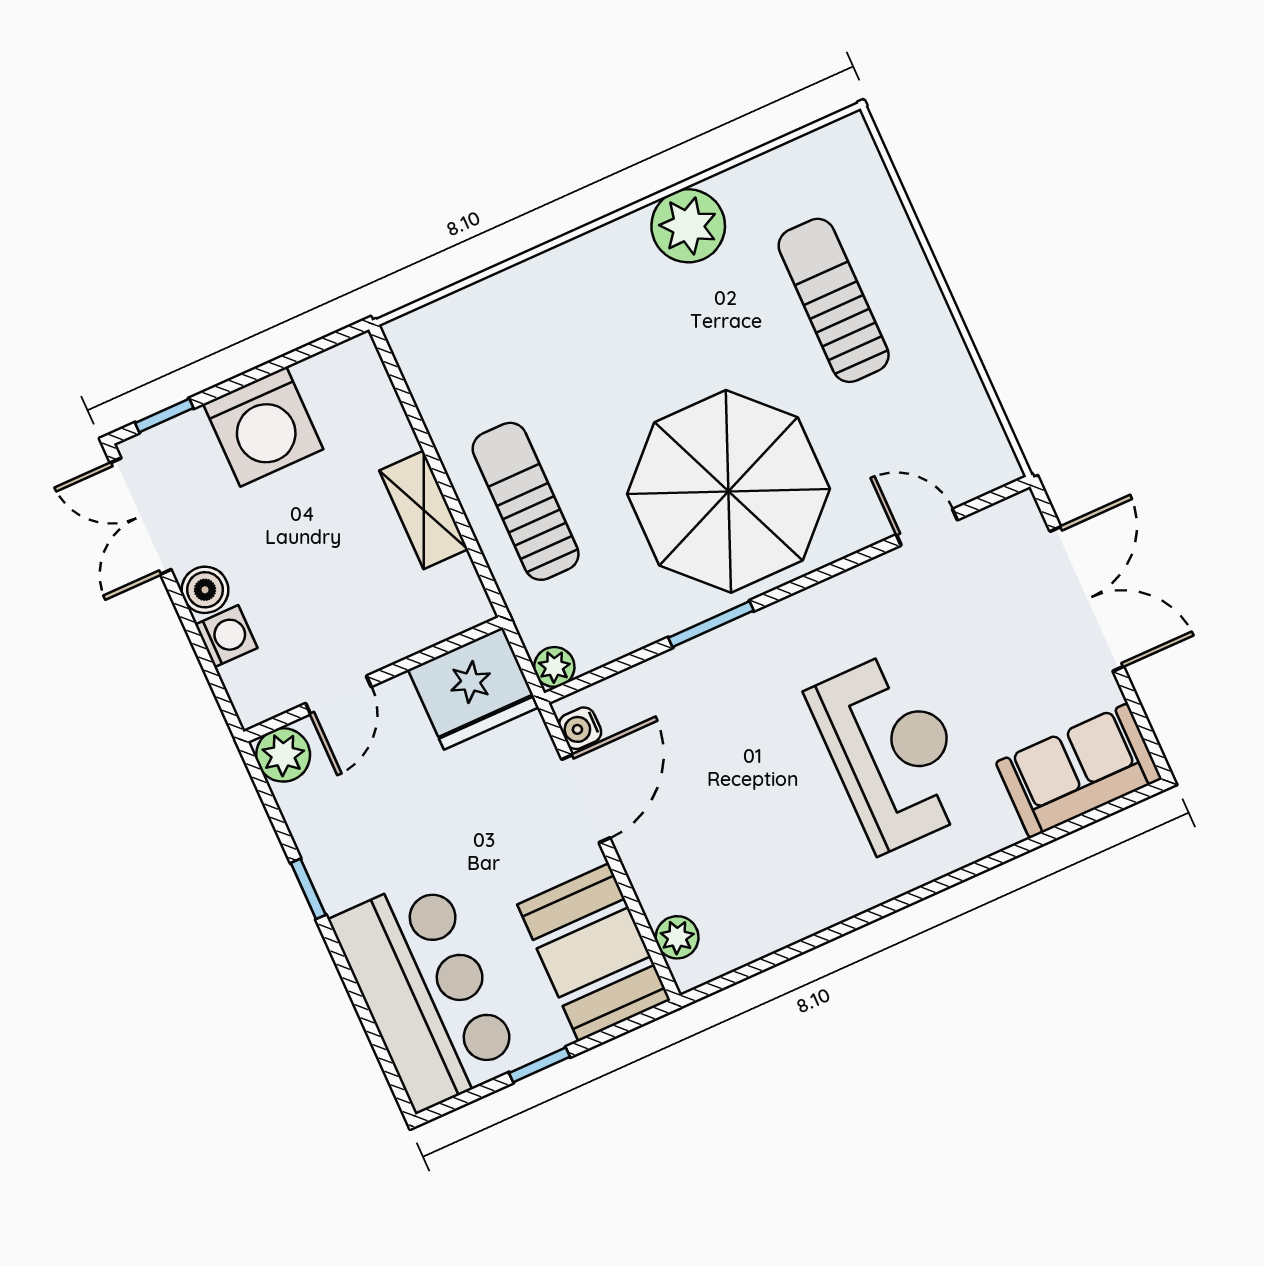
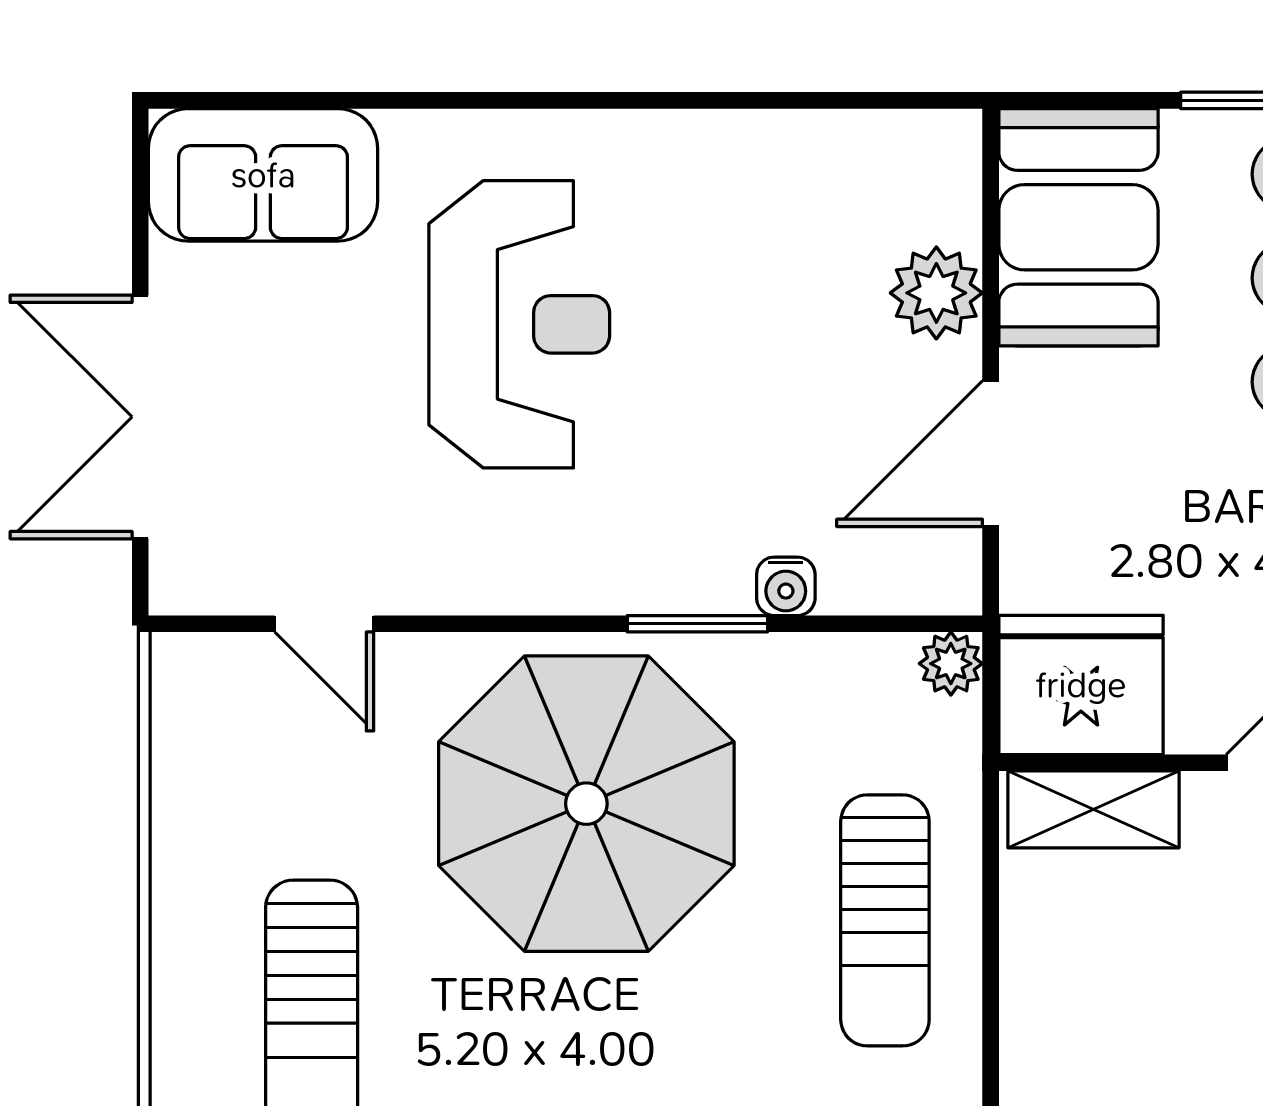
shelving: (424, 510) -> (1094, 809), moved, turned 90
water cooler: (580, 728) -> (786, 586), moved, turned 90
reception desk: (892, 751) -> (519, 324), turned 180
plant: (677, 937) -> (936, 293), moved, width x1.38, depth x1.38

